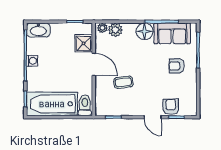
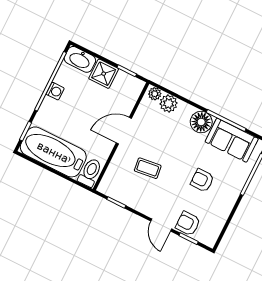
shower: (84, 43) -> (104, 74), moved
door: (94, 64) -> (124, 131), swing flipped
armchair: (177, 66) -> (202, 180), moved
armchair: (171, 107) -> (188, 224), turned -90

